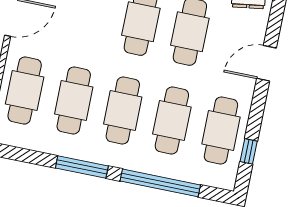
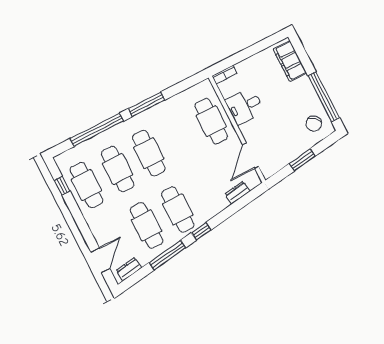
door: (267, 63) -> (100, 260), moved
cafe table: (74, 101) -> (180, 137), removed

